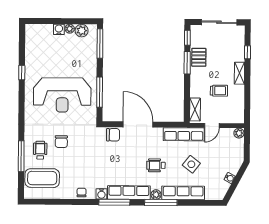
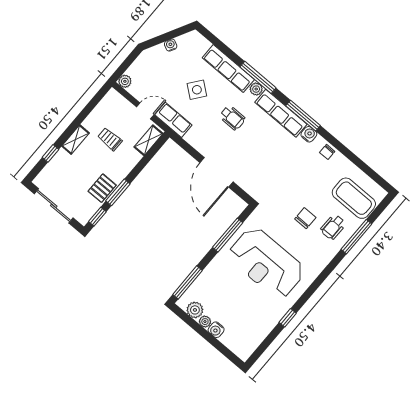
reception desk: (62, 95) -> (266, 263), turned 180
row of seats: (184, 134) -> (173, 120), width x0.68
chair: (113, 135) -> (249, 183), removed

